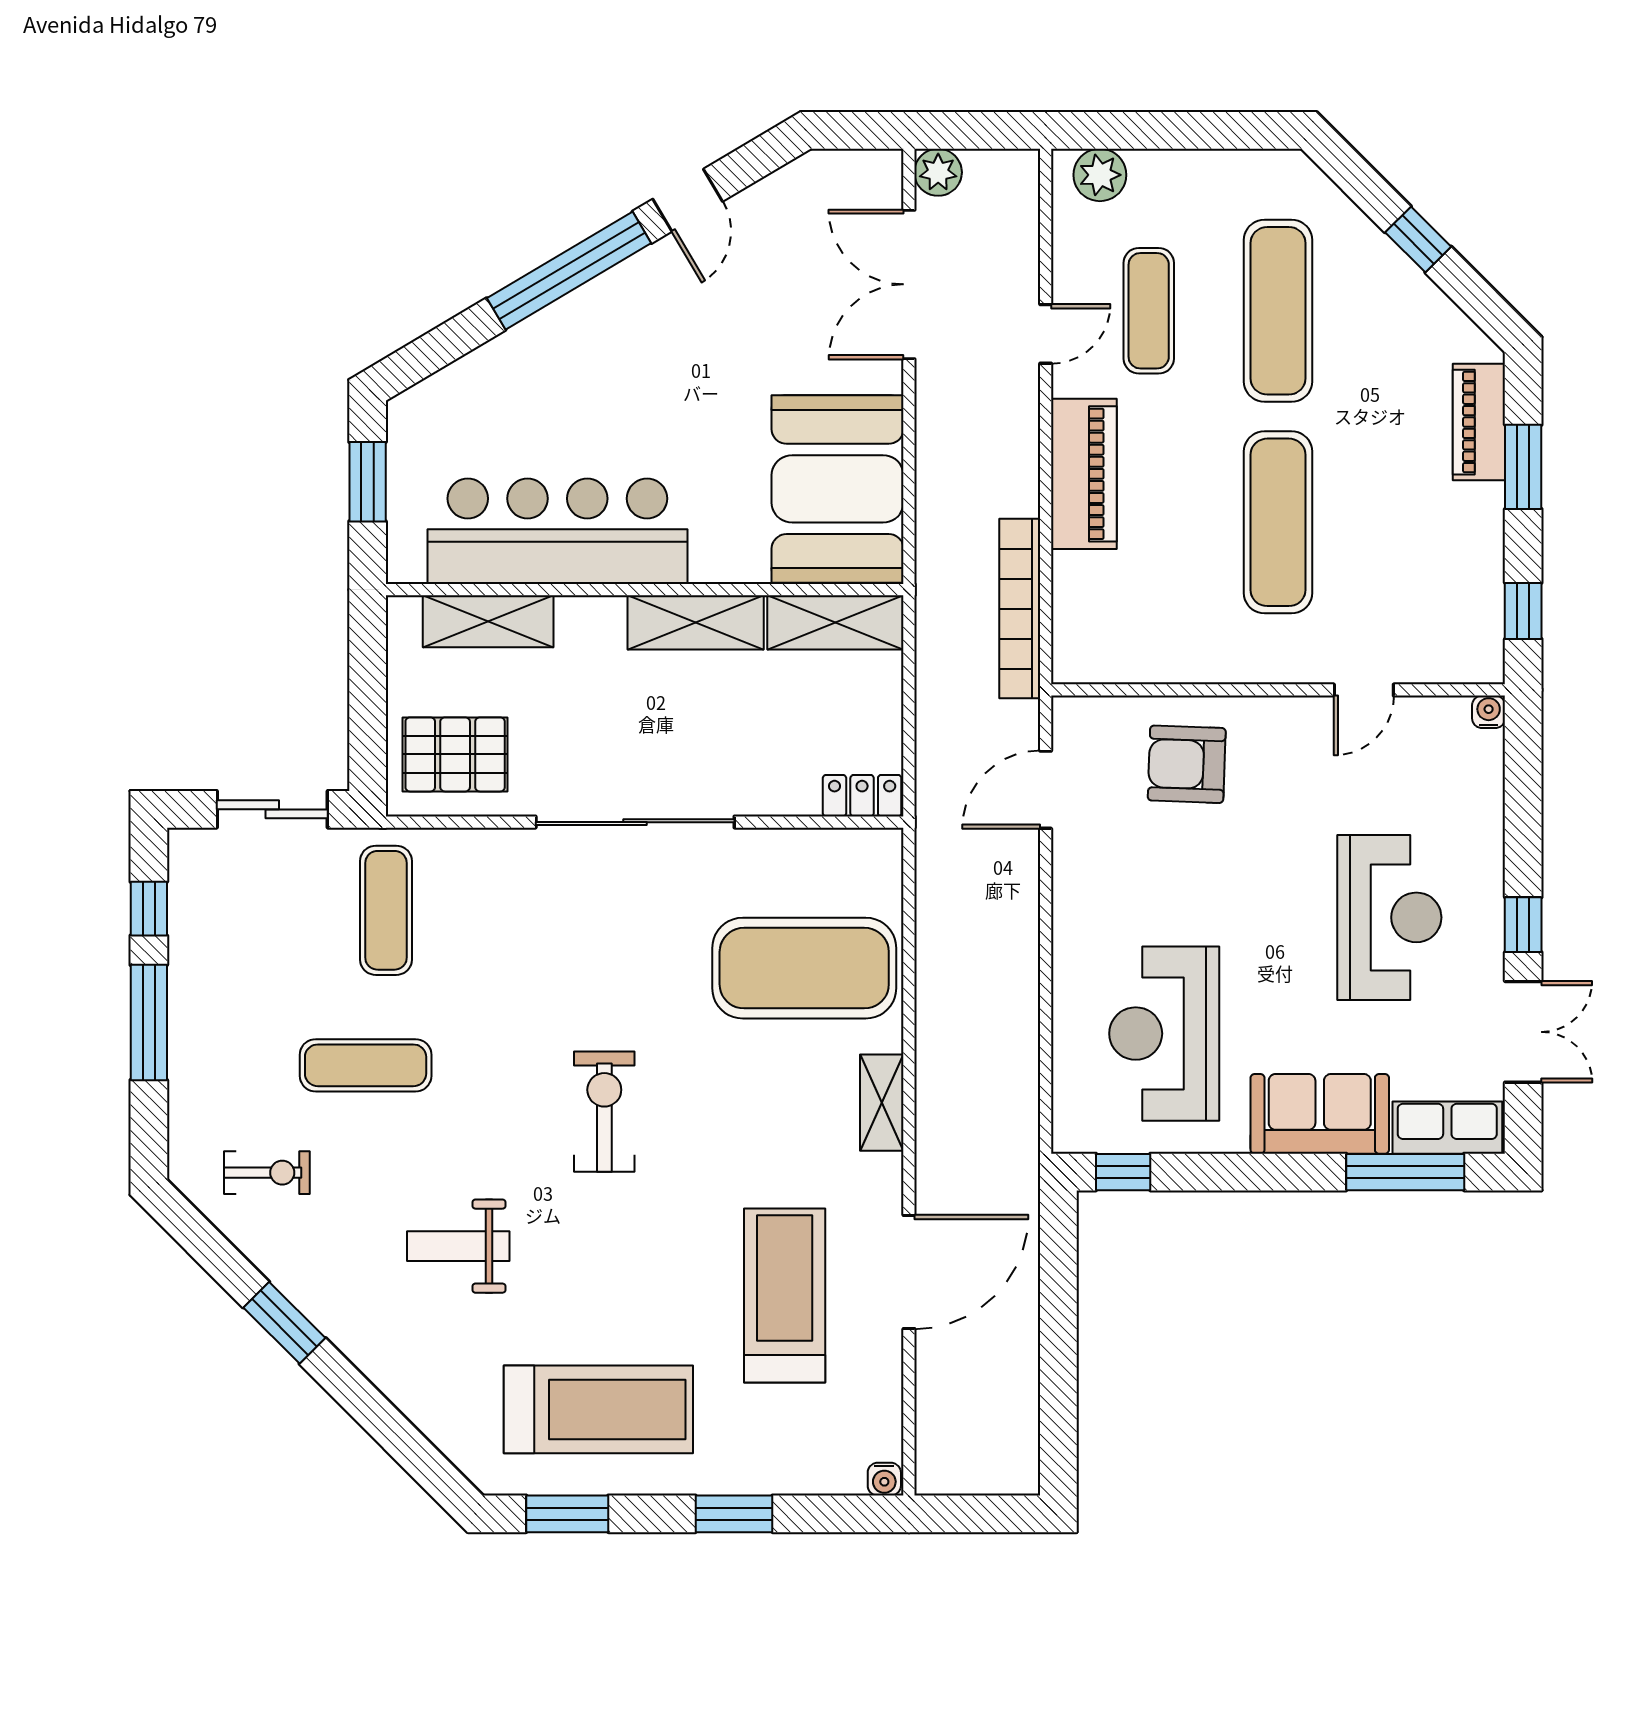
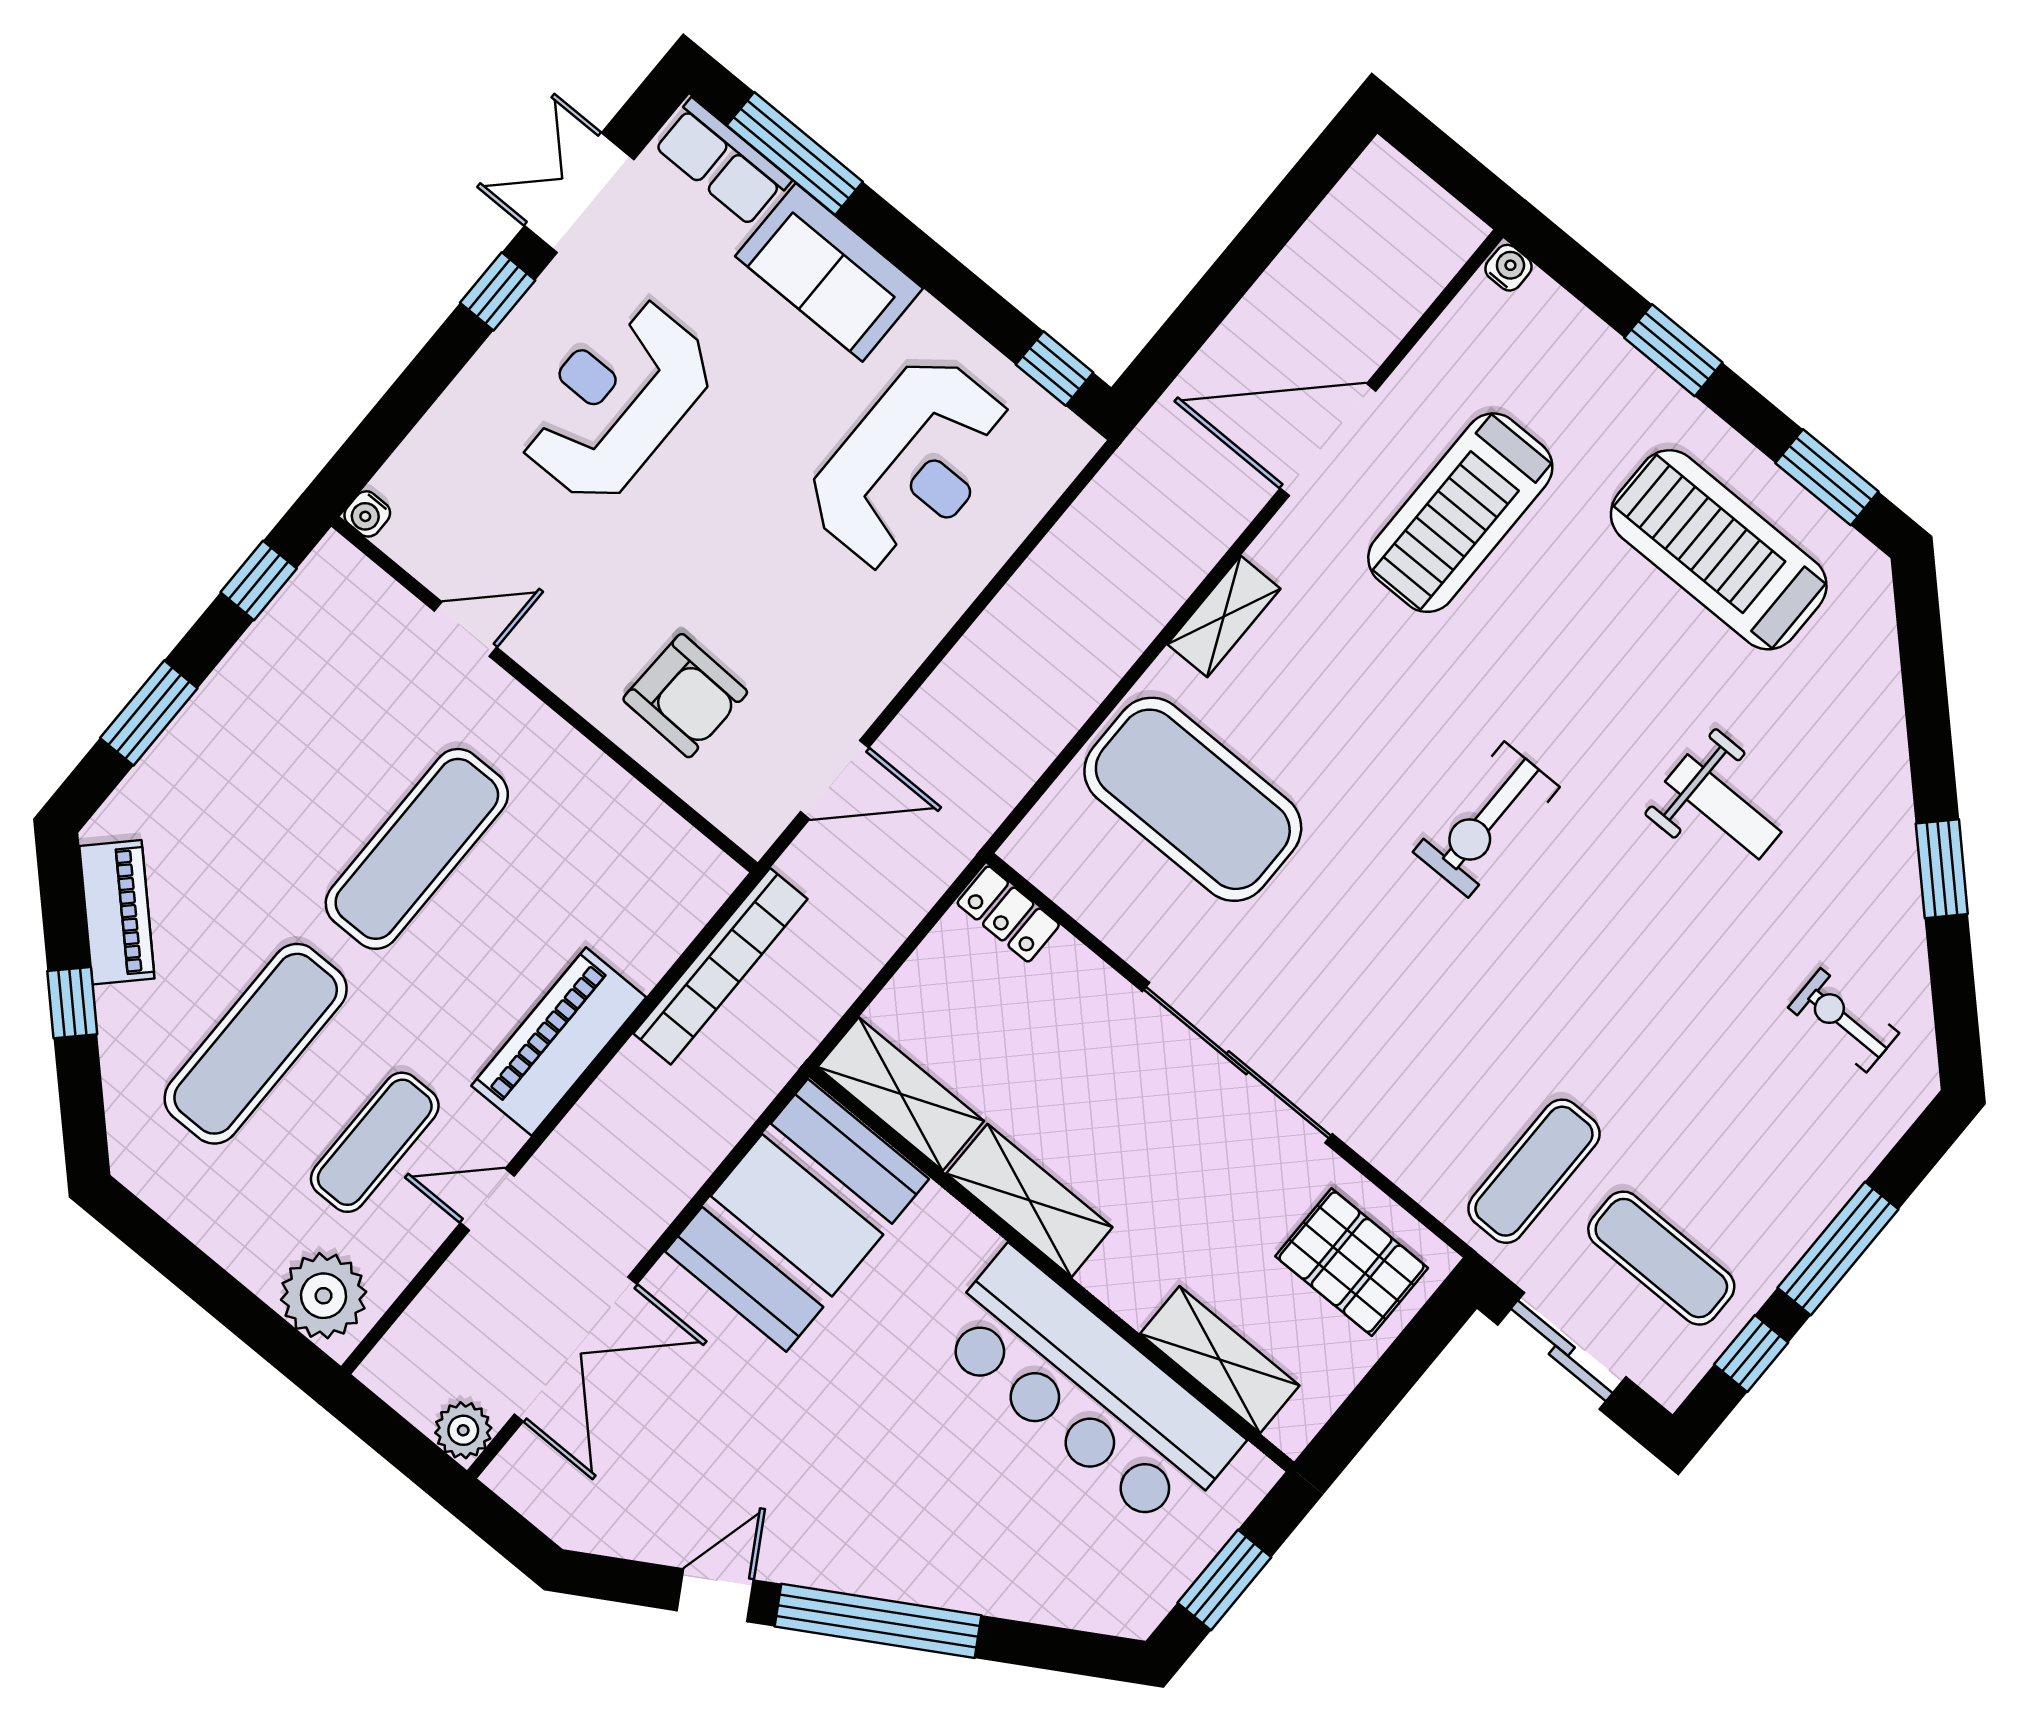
plant: (1100, 175) -> (324, 1296), width x1.36, depth x1.36
piano: (1479, 422) -> (117, 912), moved, turned -45
exercise mat: (366, 1065) -> (1661, 1258), moved

